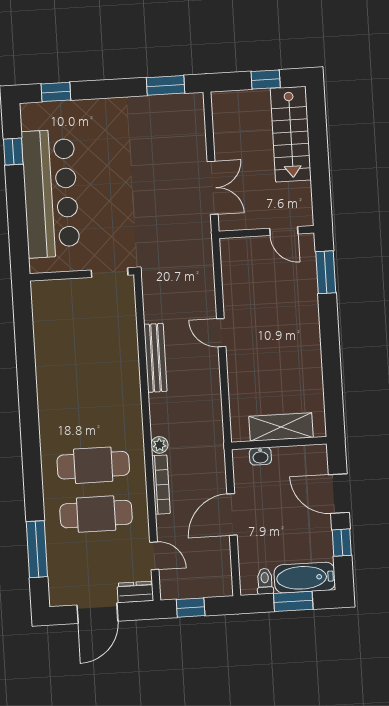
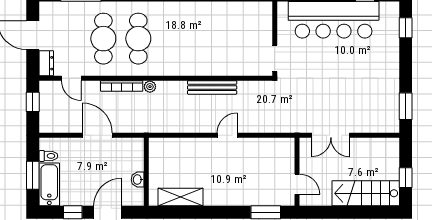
door: (284, 231) -> (297, 184), swing flipped
shelving: (281, 427) -> (181, 197), moved, turned 90
washbasin: (260, 456) -> (138, 180), moved
door: (154, 556) -> (71, 78), hinge flipped

